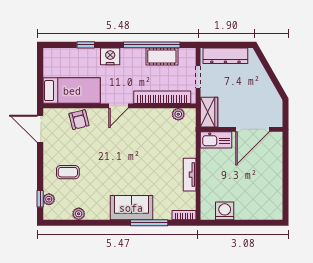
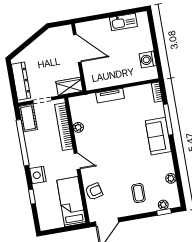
cot: (162, 56) -> (28, 118), moved
plant: (178, 114) -> (78, 127), moved
kitchen sink: (216, 140) -> (123, 22), moved, turned 90
tv unit: (190, 175) -> (110, 96), moved

